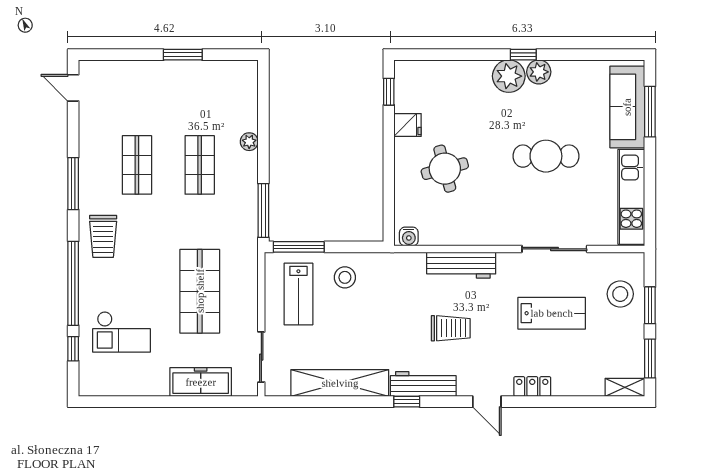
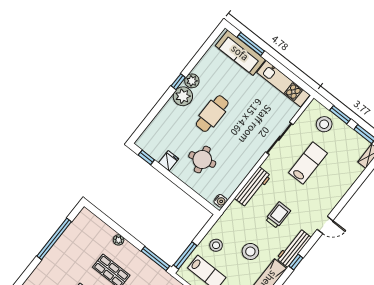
window: (183, 55) -> (54, 239), width x2.11
cafe table: (546, 156) -> (212, 114), moved
stool: (373, 330) -> (250, 251), added
locker: (532, 386) -> (335, 199), removed

